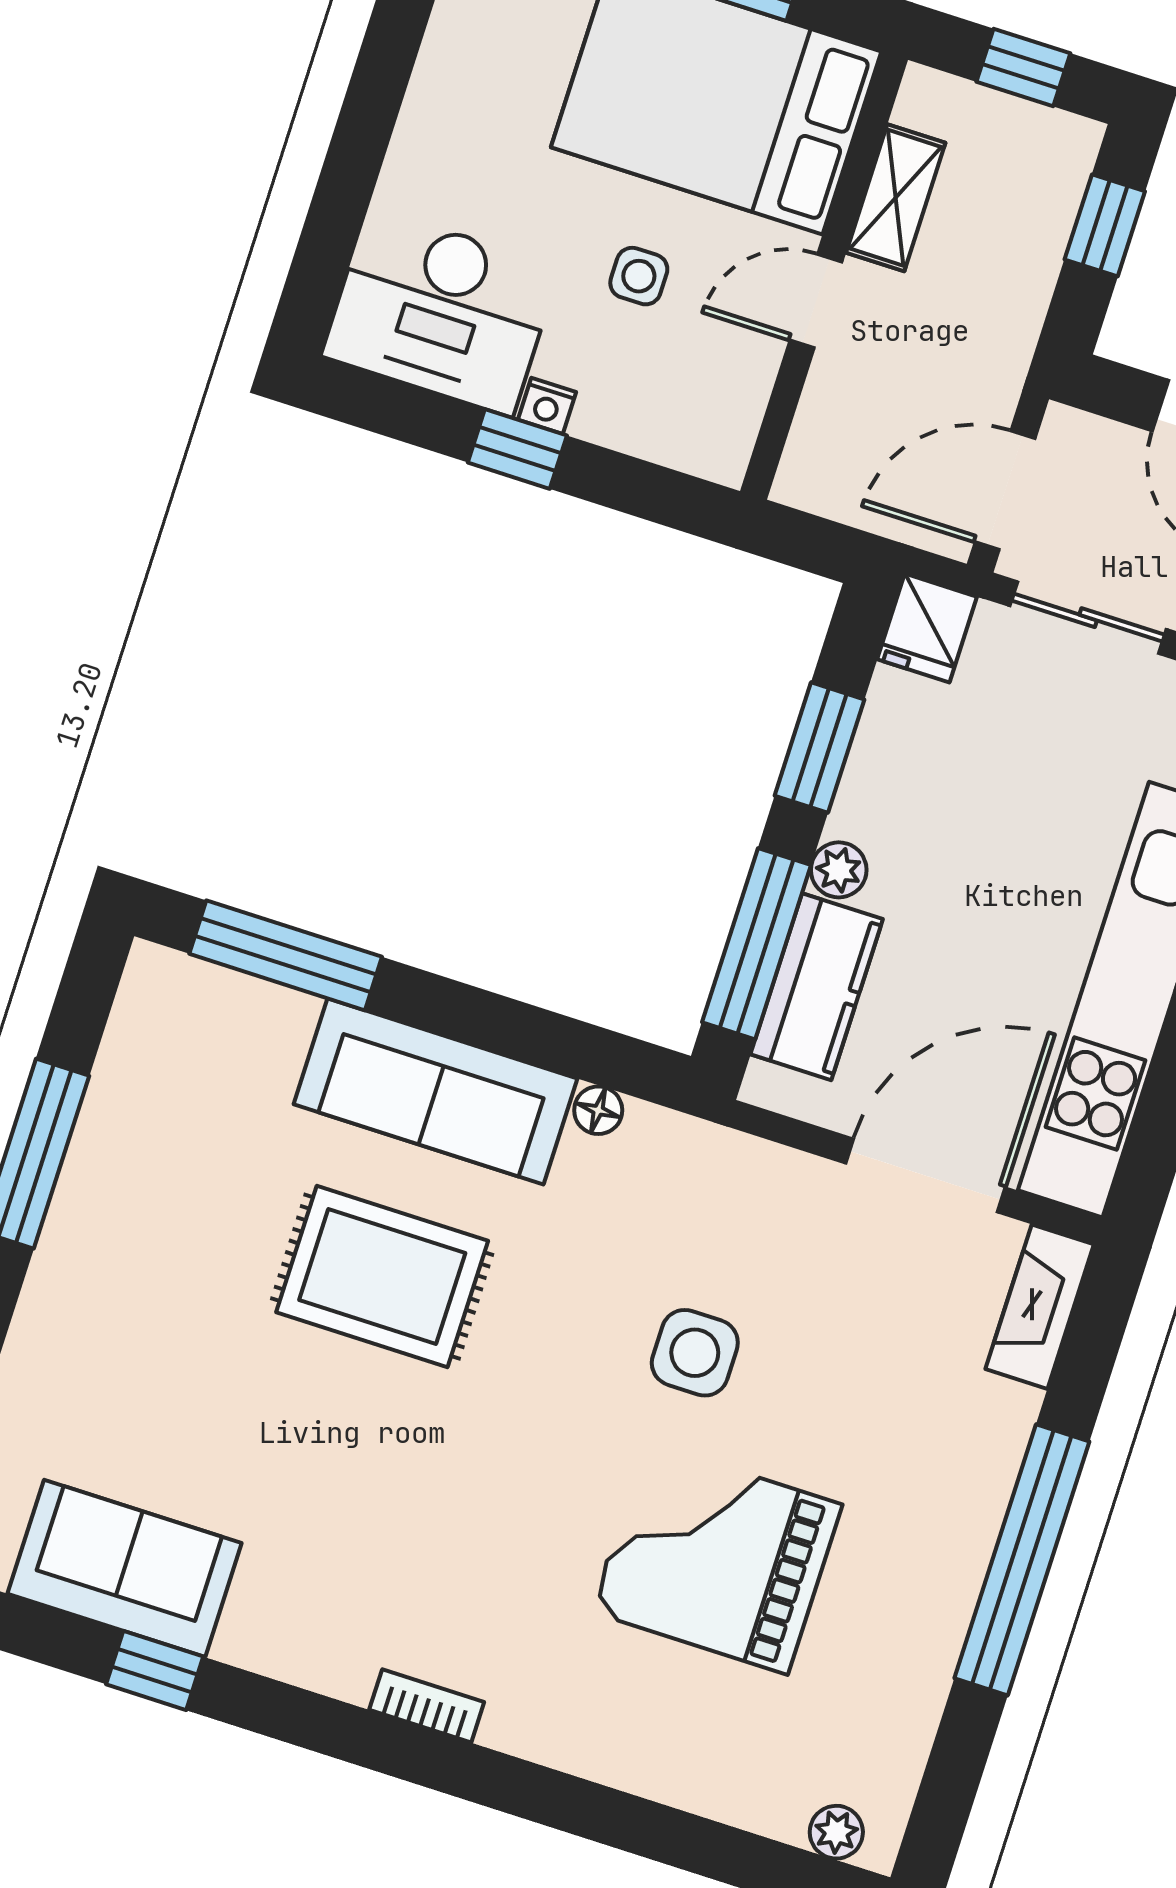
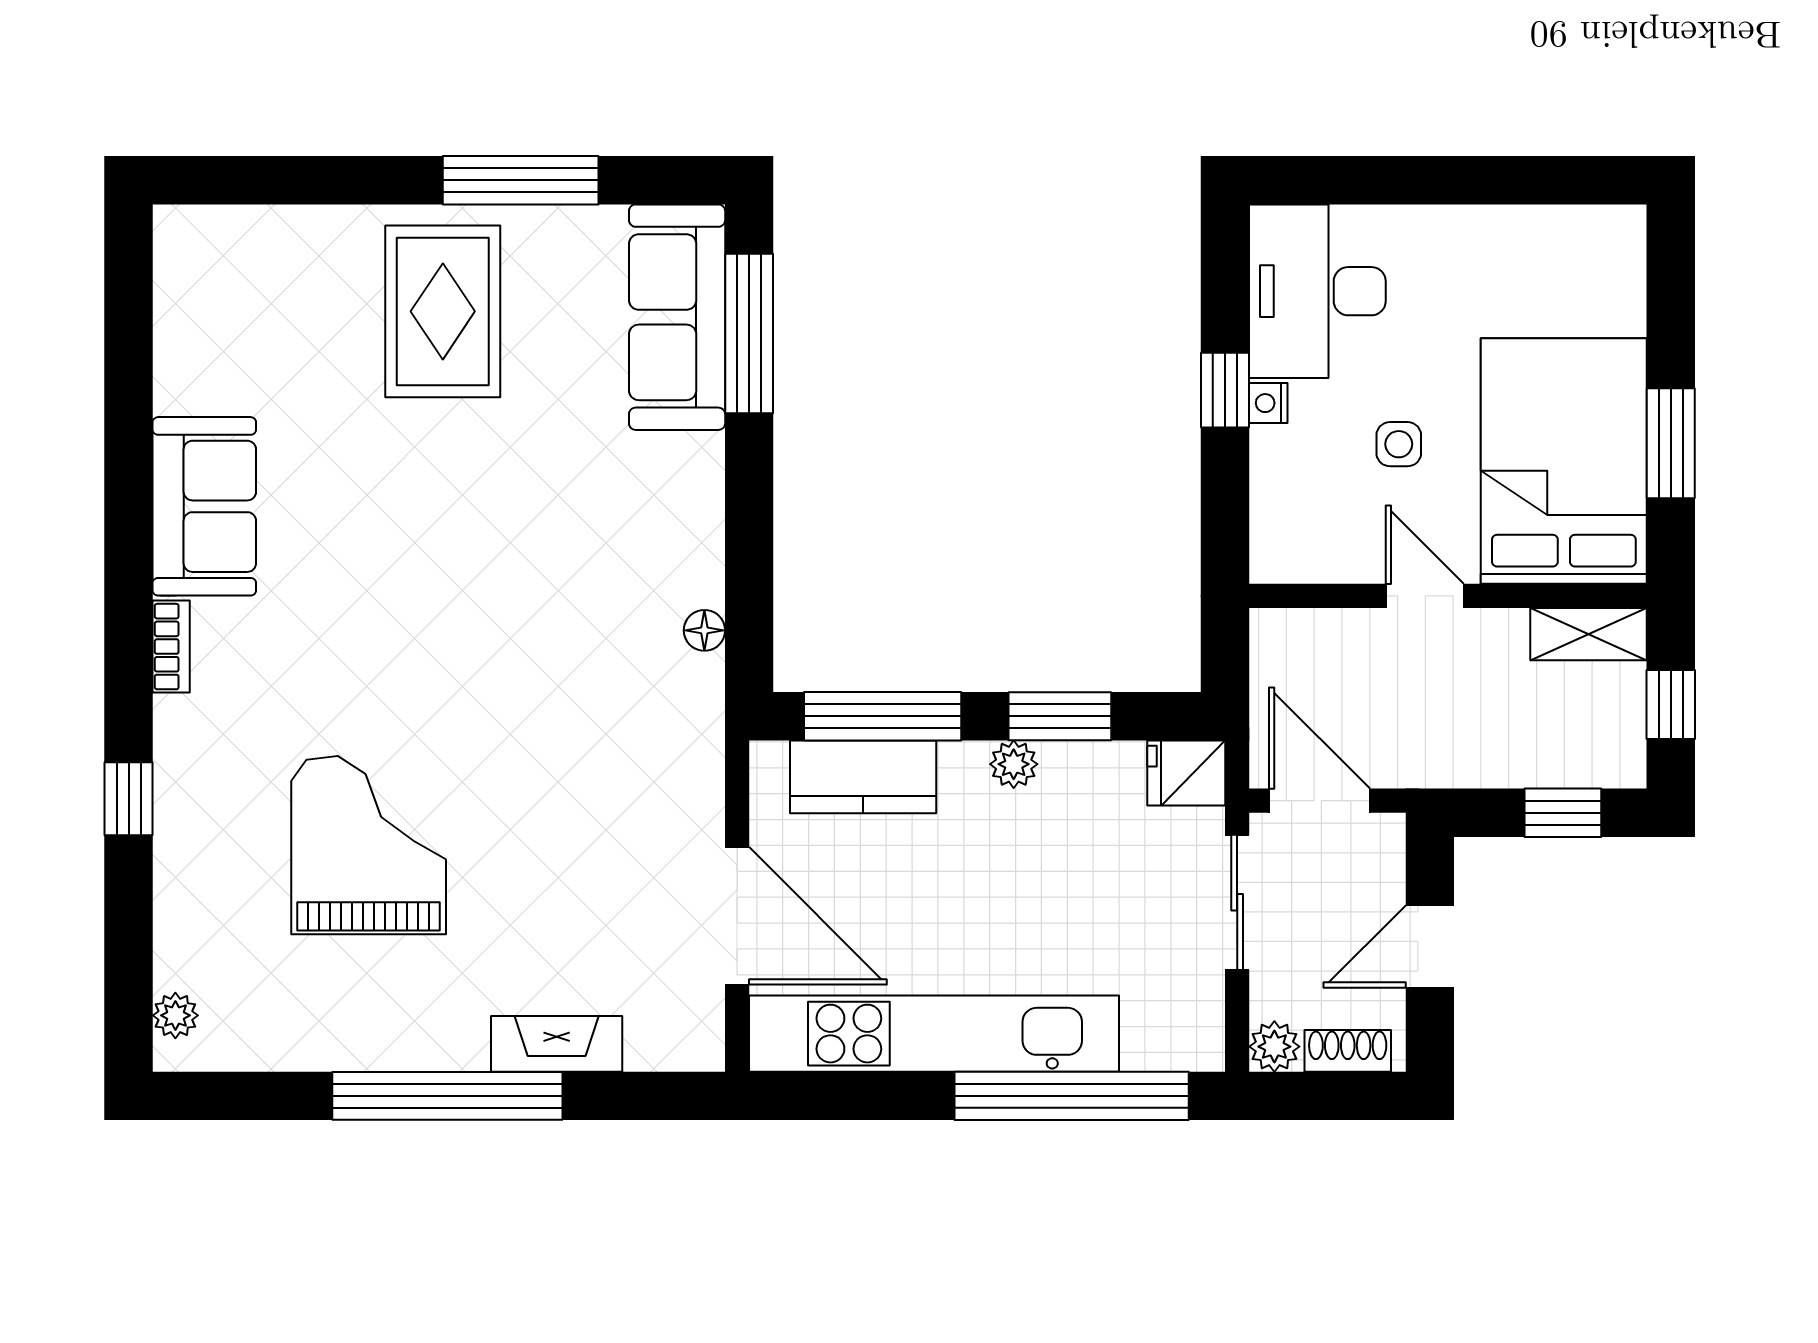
shelving: (896, 198) -> (1589, 634), moved
plant: (839, 870) -> (1014, 764), moved
sofa: (435, 1091) -> (677, 317), moved
rug: (382, 1276) -> (443, 311), moved
fireplace: (1040, 1307) -> (557, 1044), moved
side table: (695, 1353) -> (531, 773), removed
sofa: (125, 1568) -> (204, 506), moved
window: (155, 1670) -> (129, 799), moved

